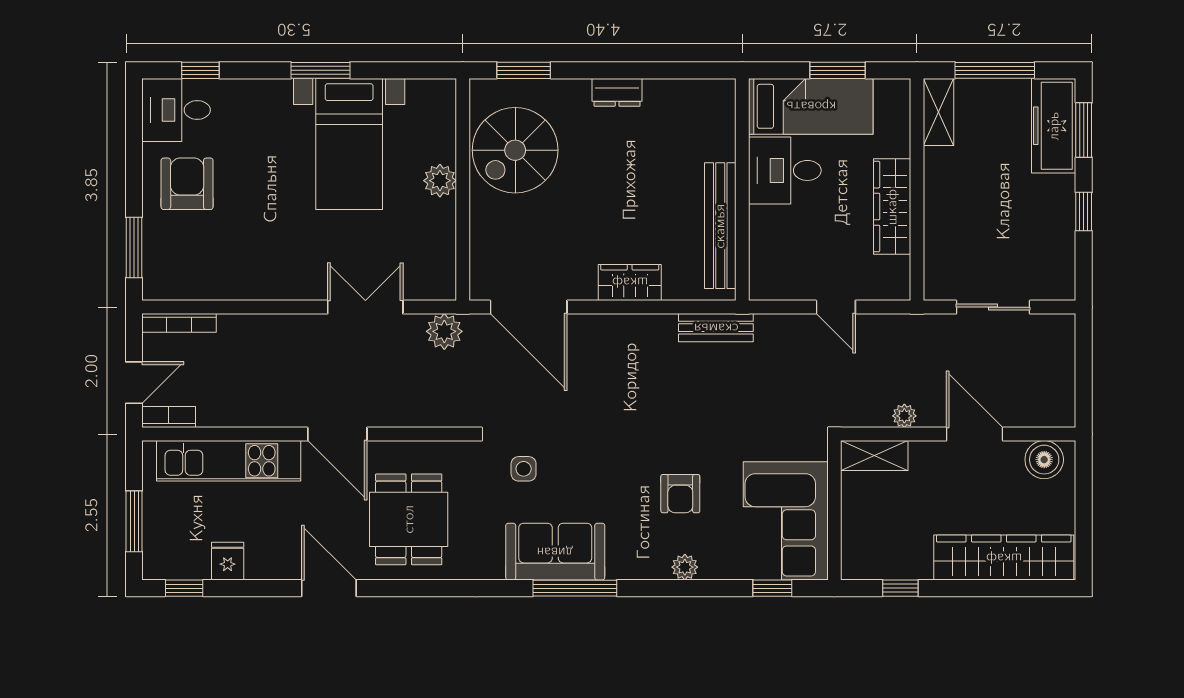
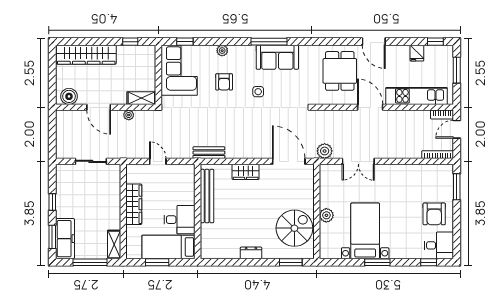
side table: (524, 469) -> (258, 92), moved
armchair: (680, 494) -> (224, 82), turned 180

